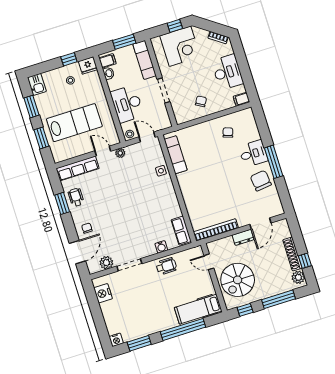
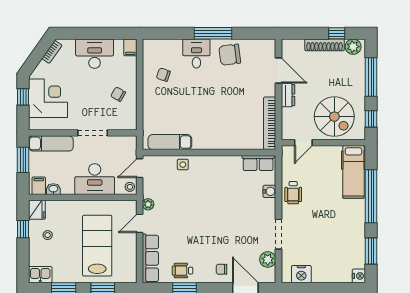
wheelchair: (166, 266) -> (293, 193), turned 180

